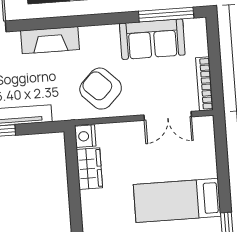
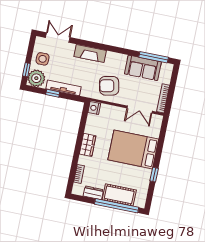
armchair: (101, 89) -> (109, 86), turned -56
wardrobe: (89, 169) -> (88, 145), moved
bed: (177, 200) -> (133, 149), width x1.50

